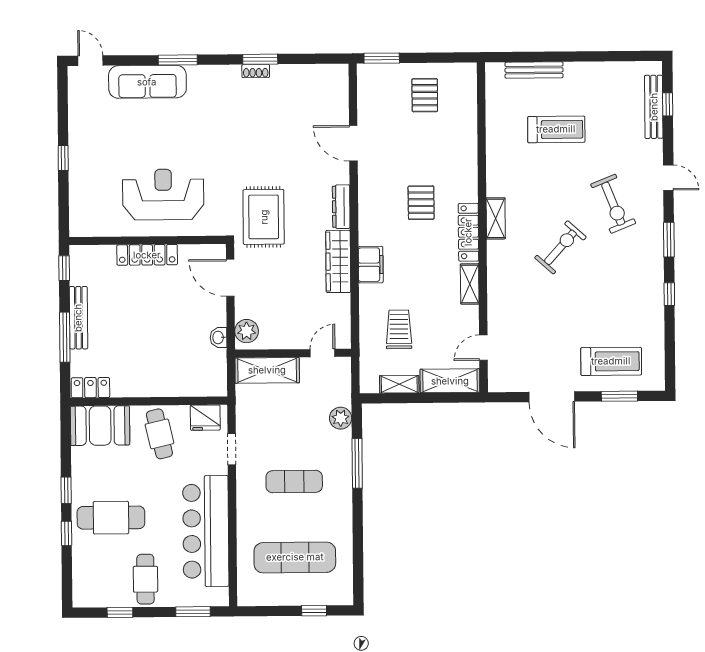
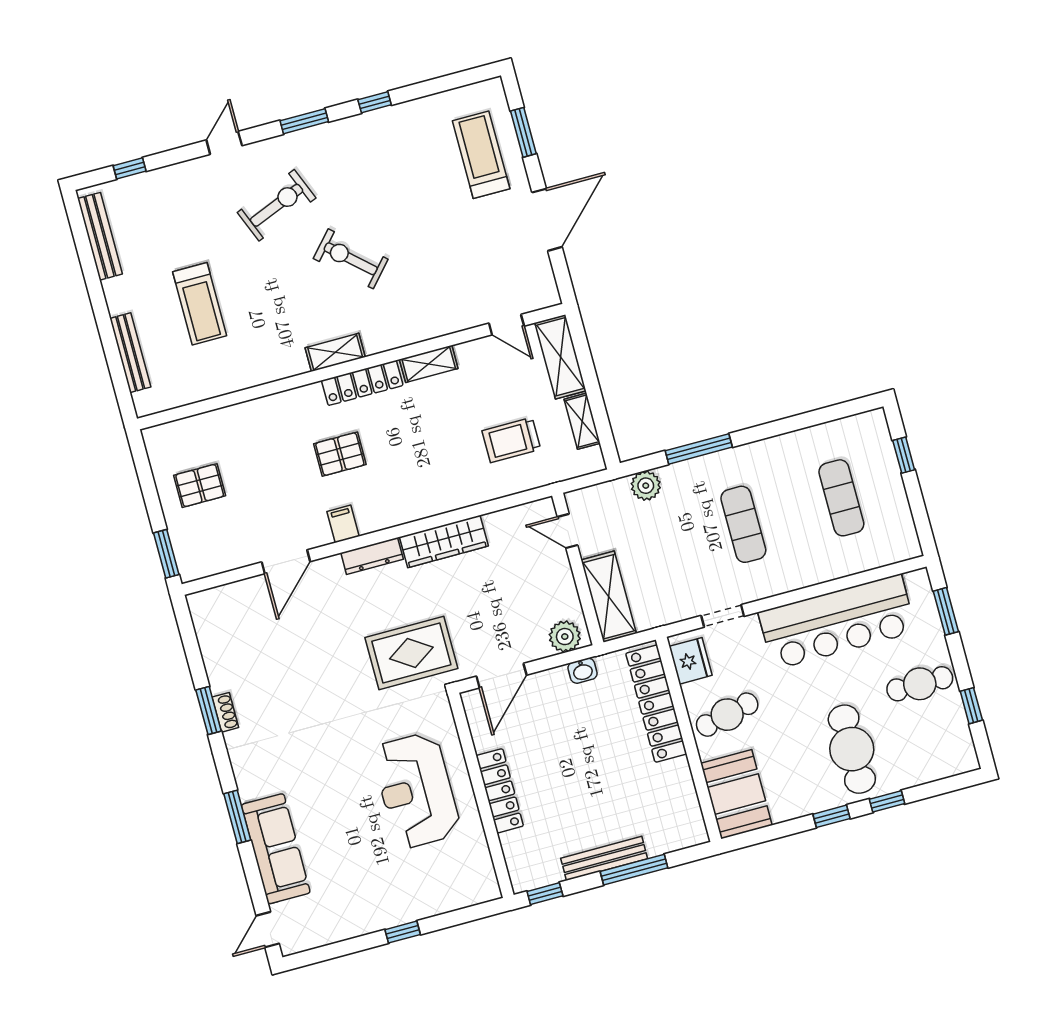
bench: (654, 107) -> (100, 236), moved, turned 90
treadmill: (556, 129) -> (200, 304), turned 180
filing cabinet: (371, 265) -> (343, 524), moved, width x0.50
locker: (90, 388) -> (656, 704), moved, width x2.16, depth x1.21
exercise mat: (295, 557) -> (841, 498), width x0.73, depth x0.69

